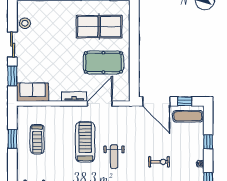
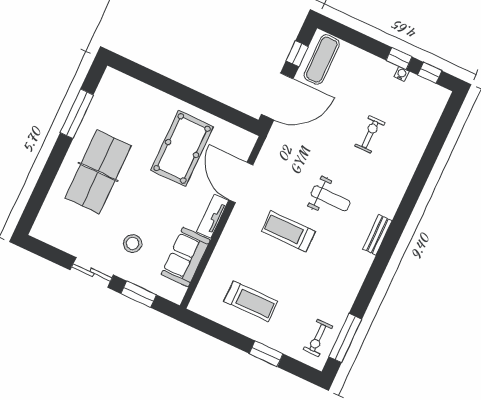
stool: (25, 23) -> (133, 243), moved
table tennis table: (99, 27) -> (98, 172), moved
sofa: (33, 92) -> (186, 257), moved
window: (12, 139) -> (266, 354), moved
treadmill: (85, 142) -> (288, 231), width x0.73, depth x0.73
window: (208, 142) -> (399, 59), moved

